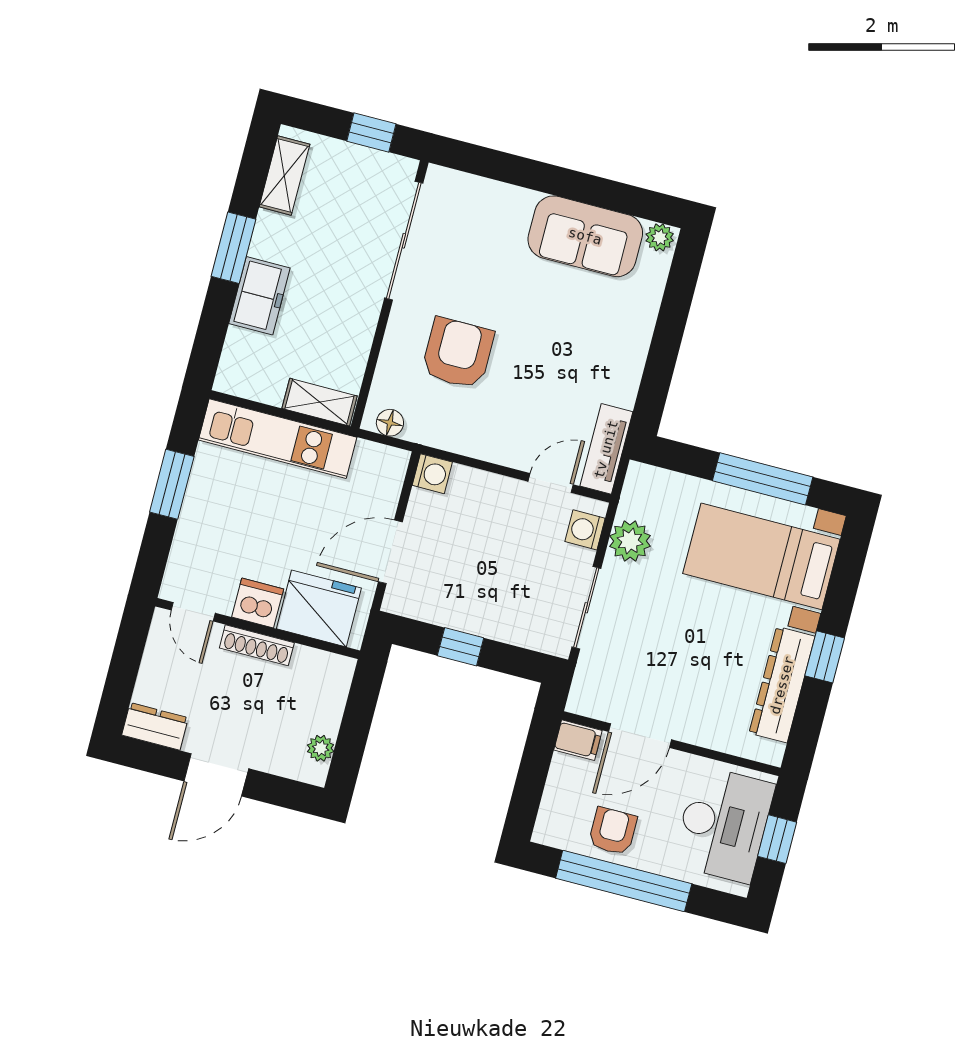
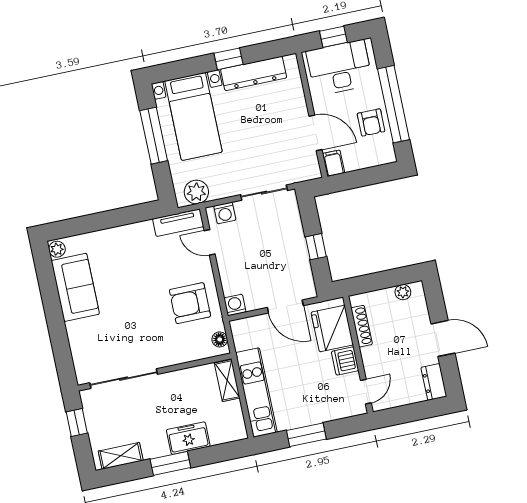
armchair: (458, 353) -> (190, 303), moved
plant: (630, 541) -> (196, 192), moved
shoe rack: (257, 645) -> (362, 326), moved
armchair: (613, 831) -> (371, 122), turned -90

